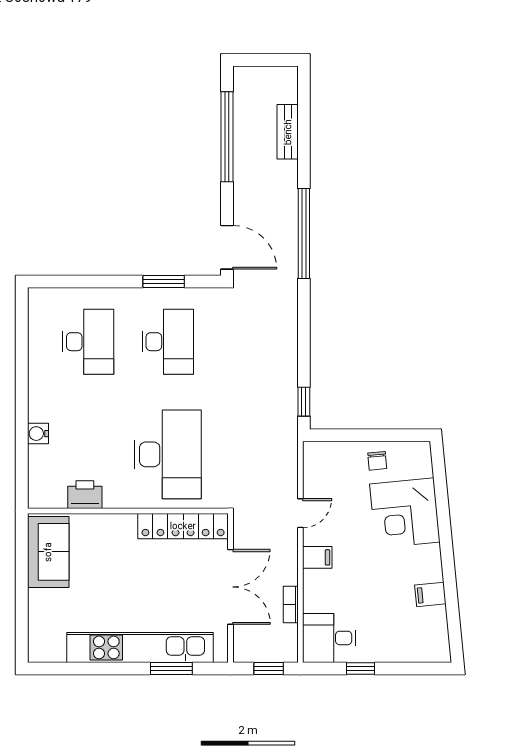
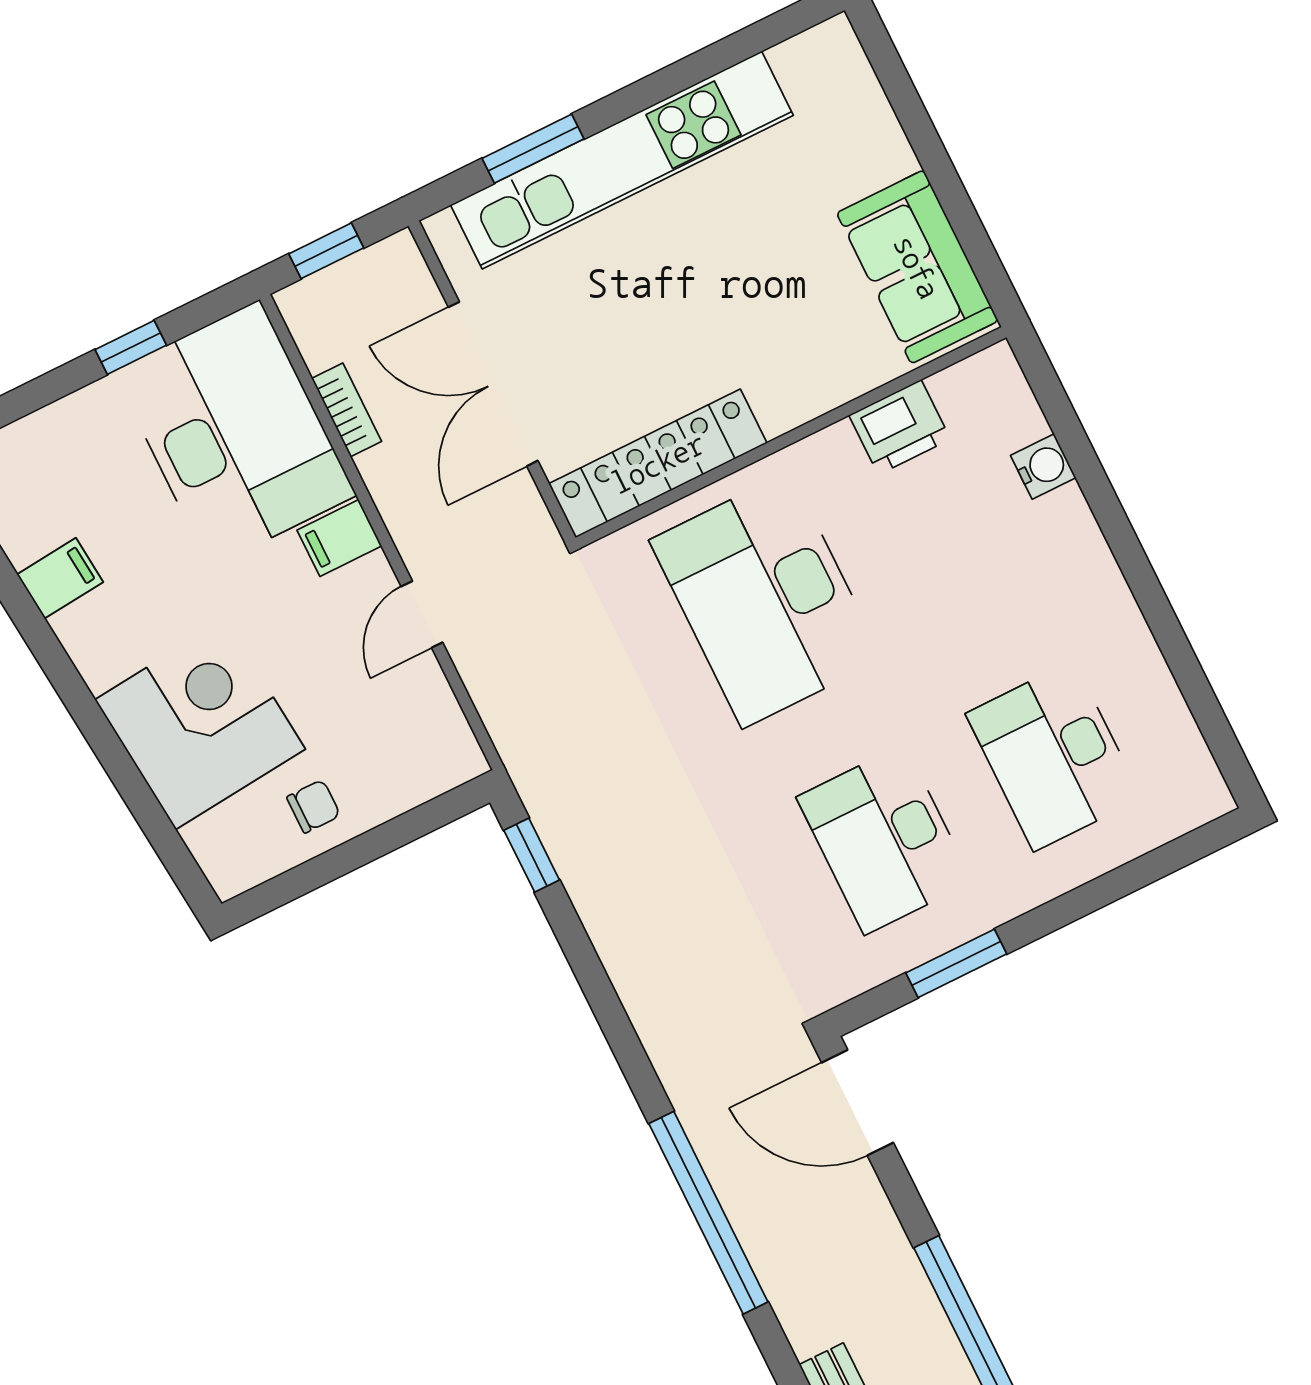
water cooler: (38, 434) -> (1043, 466), moved
chair: (377, 461) -> (314, 806), turned 95
desk: (329, 638) -> (235, 434), width x1.87, depth x1.30

